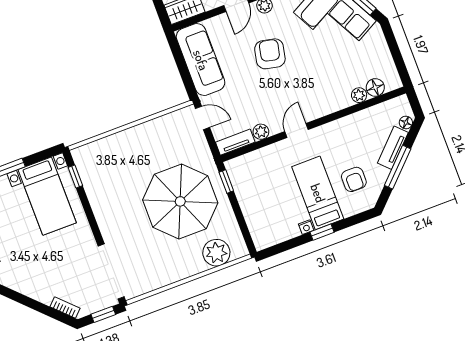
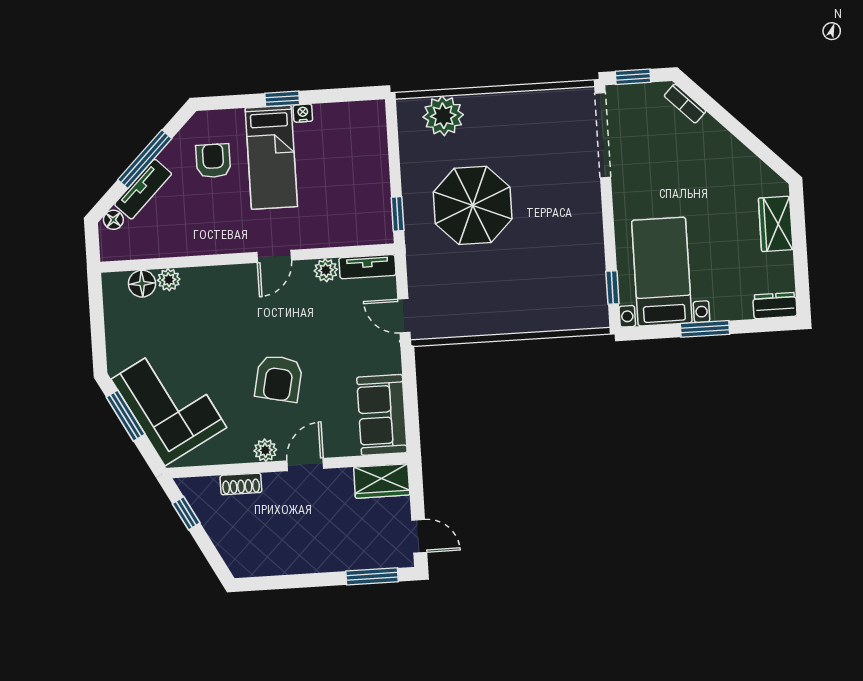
sofa: (201, 60) -> (382, 415), width x0.73
parasol: (180, 201) -> (473, 205), width x0.73, depth x0.73

